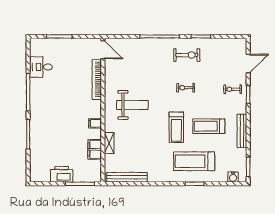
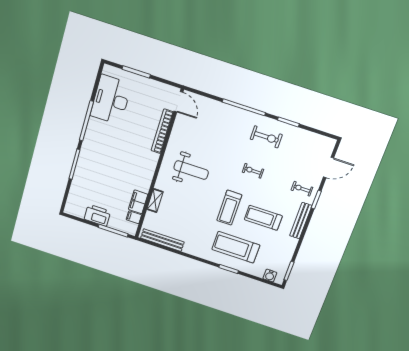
desk: (41, 67) -> (111, 100), width x1.87, depth x1.30
filing cabinet: (95, 123) -> (134, 217), moved
bench: (242, 131) -> (301, 221), moved

